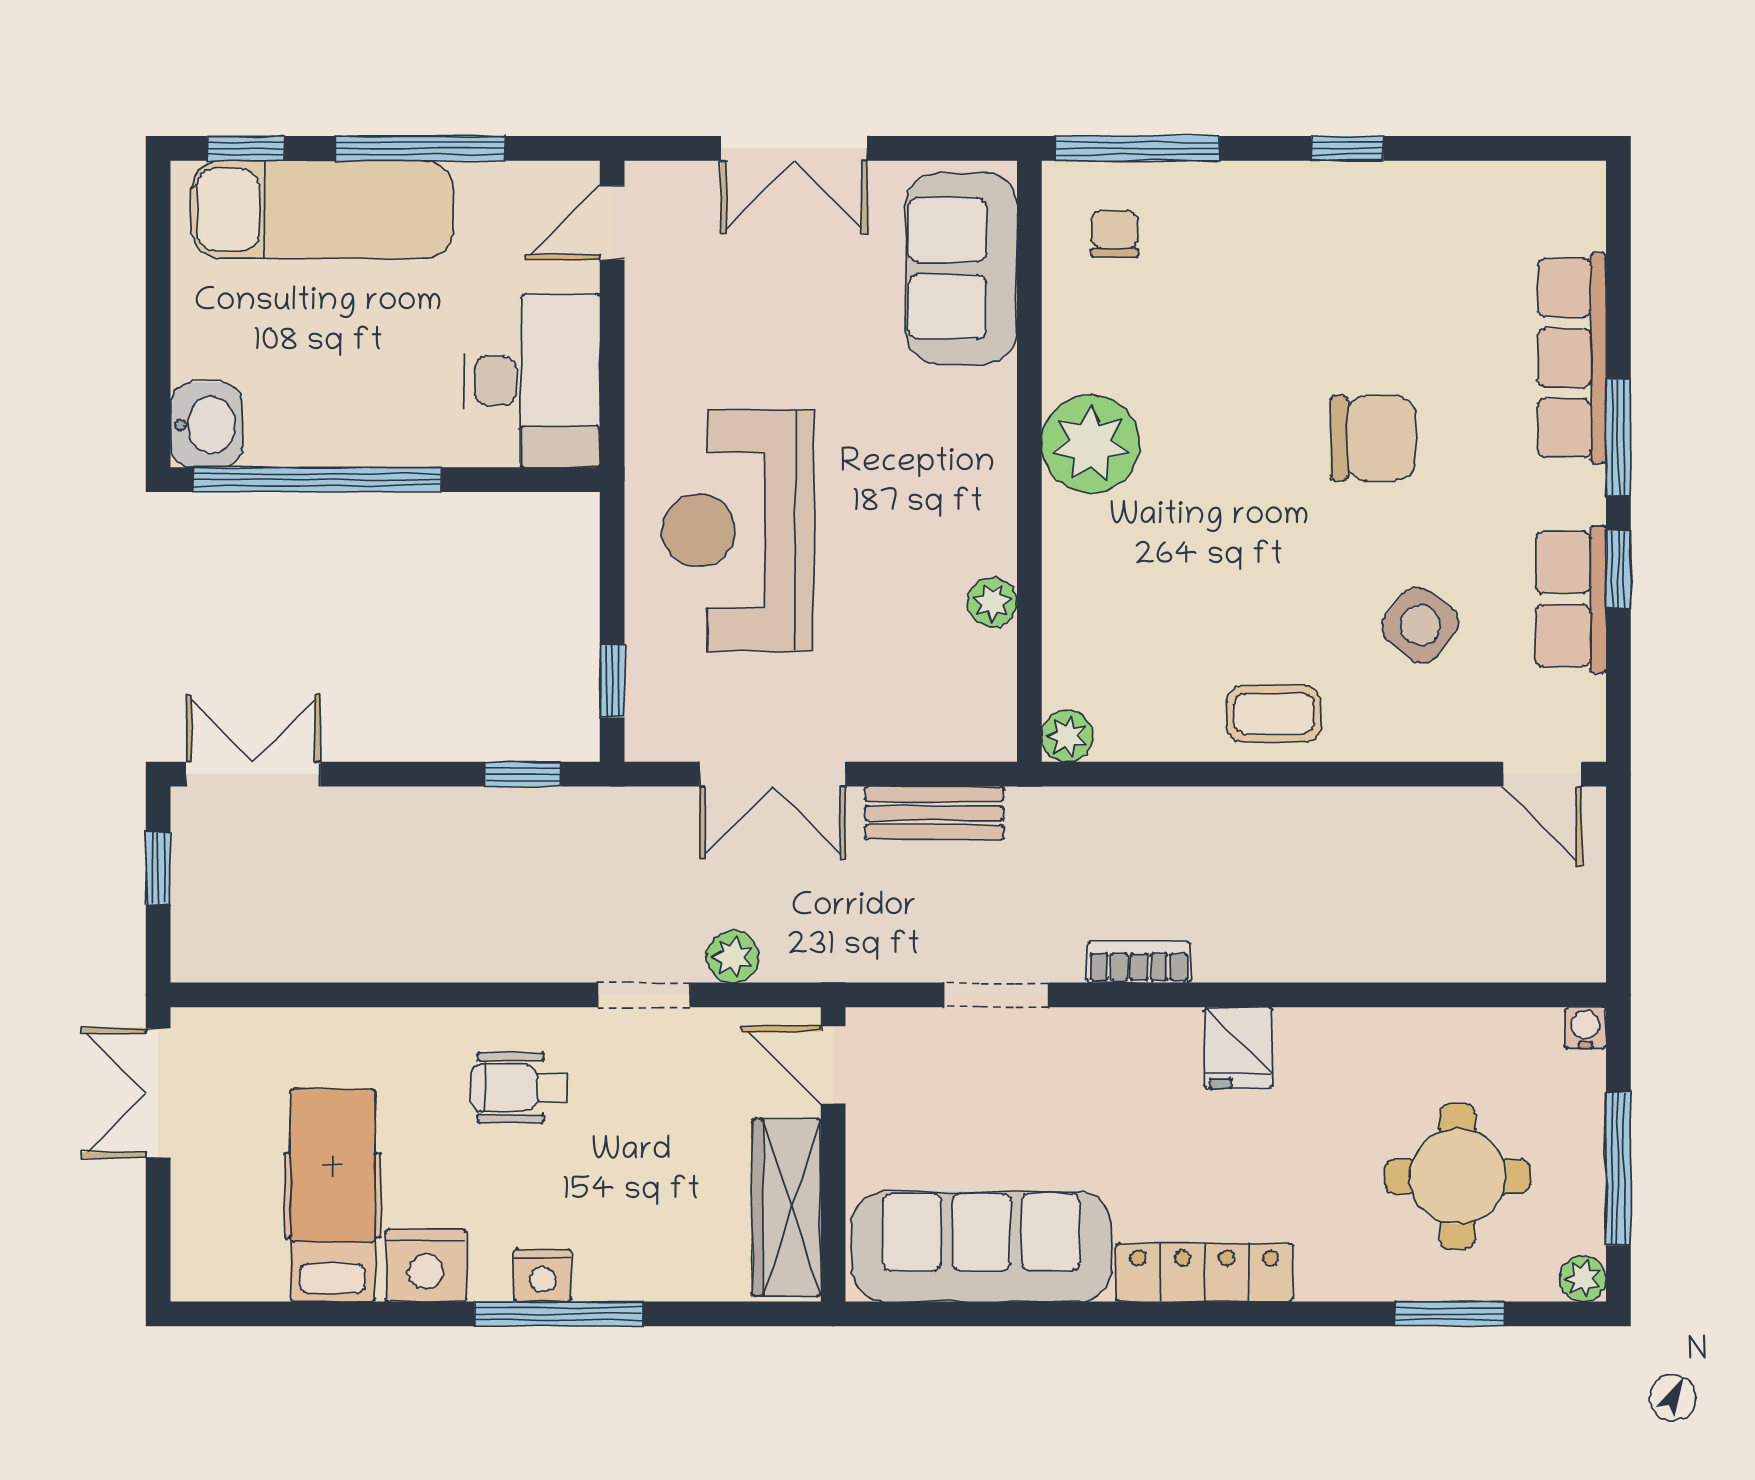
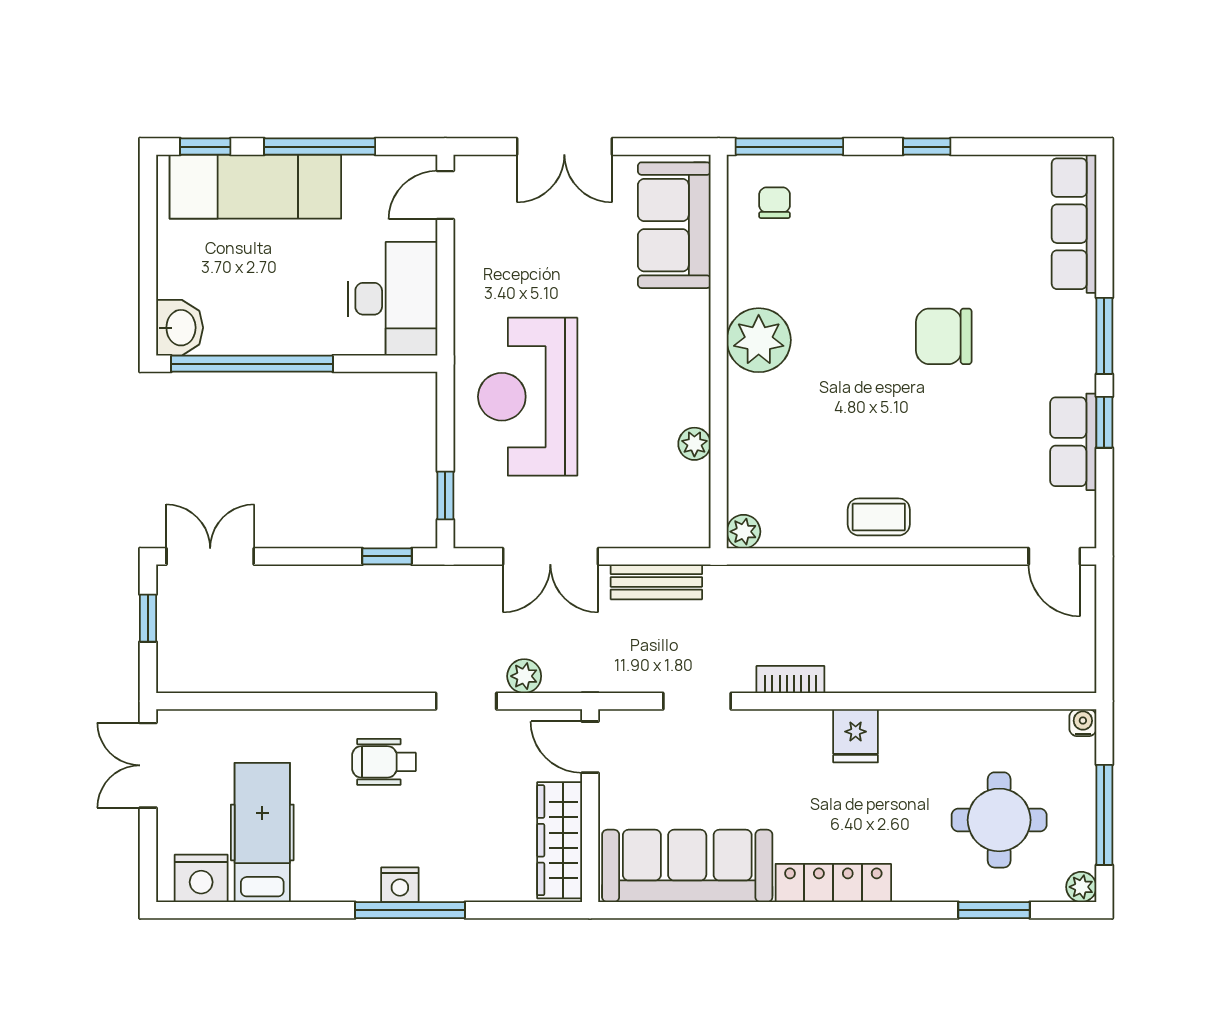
row of seats: (1572, 358) -> (1074, 224), moved
chair: (1373, 438) -> (944, 336), turned 180
side table: (1420, 625) -> (975, 459), removed
nightstand: (426, 1265) -> (201, 878), moved

